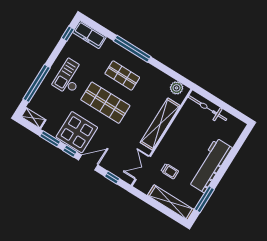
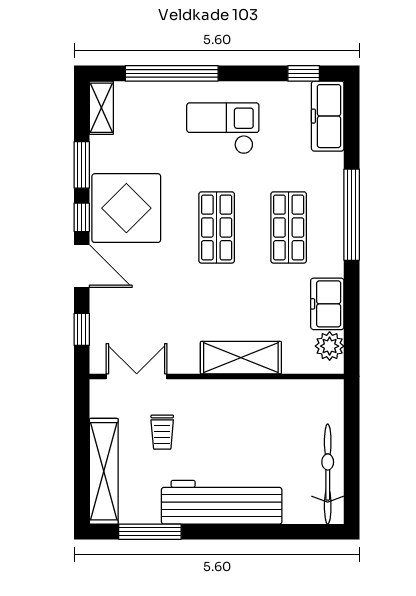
freezer: (160, 79) -> (327, 304), added
shop shelf: (105, 103) -> (217, 227), width x0.70, depth x0.74
bicycle: (207, 108) -> (328, 474), moved
shelving: (160, 124) -> (241, 358), width x0.68

